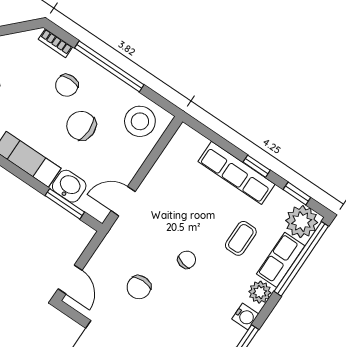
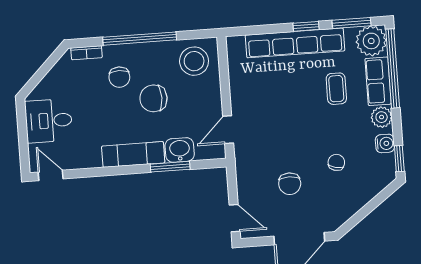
row of seats: (236, 173) -> (295, 43), width x1.36
window: (297, 194) -> (352, 23), width x1.50
window: (65, 204) -> (170, 167), moved
chair: (187, 260) -> (336, 162), moved

